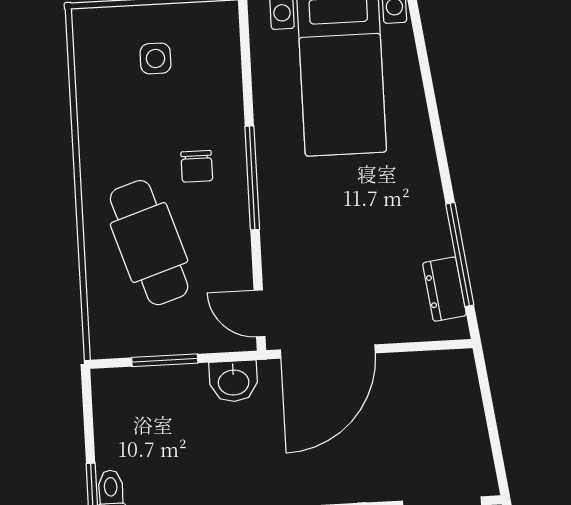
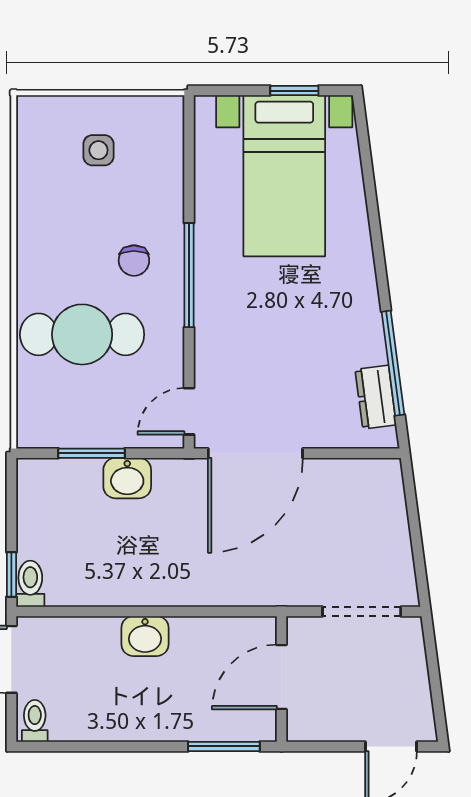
cafe table: (149, 243) -> (82, 334), turned -72
door: (260, 313) -> (189, 411), hinge flipped
washbasin: (234, 381) -> (127, 478), moved

